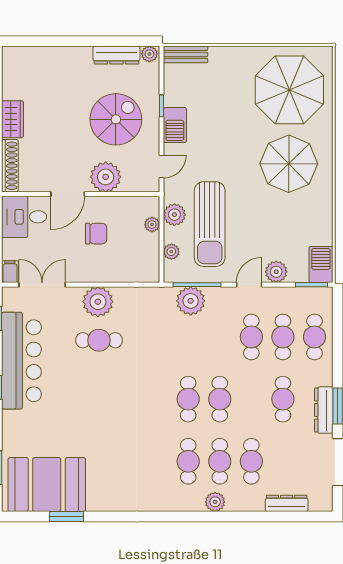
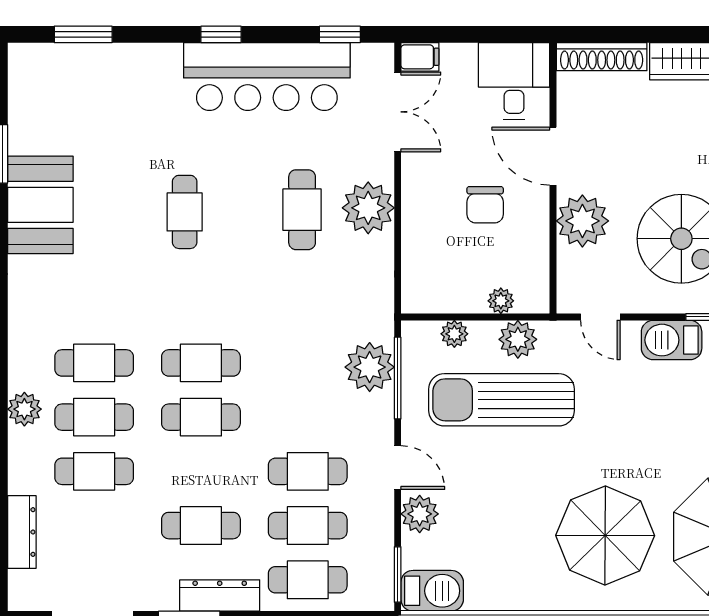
cafe table: (100, 409) -> (185, 212), added
dresser: (324, 410) -> (220, 596), moved
booth: (47, 485) -> (40, 205), moved, width x0.73, depth x0.70

